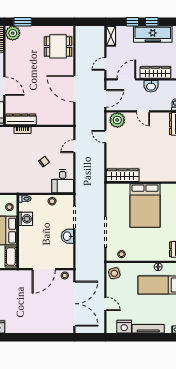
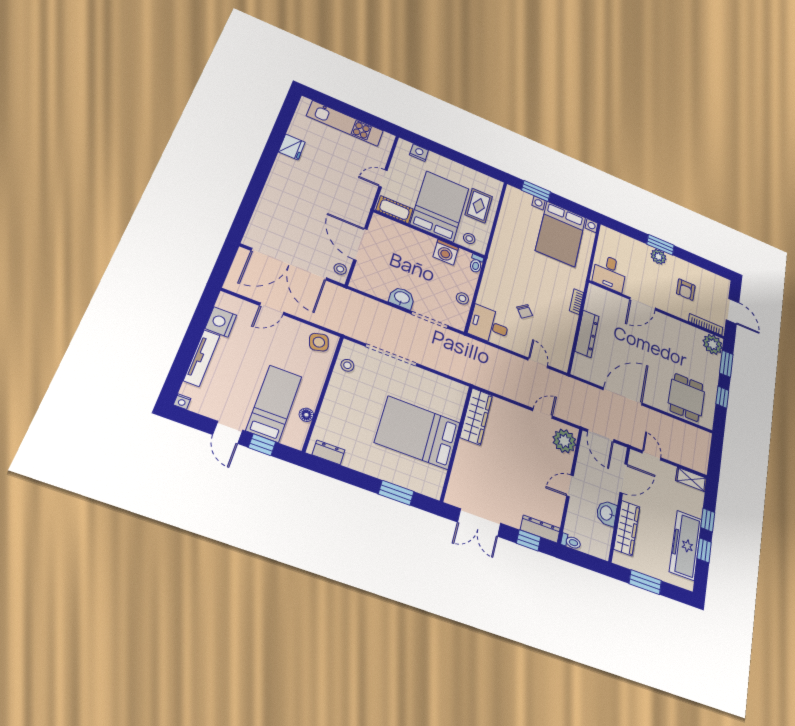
window: (48, 22) -> (722, 397), added
door: (126, 79) -> (624, 478), hinge flipped
dresser: (21, 119) -> (587, 334), moved

